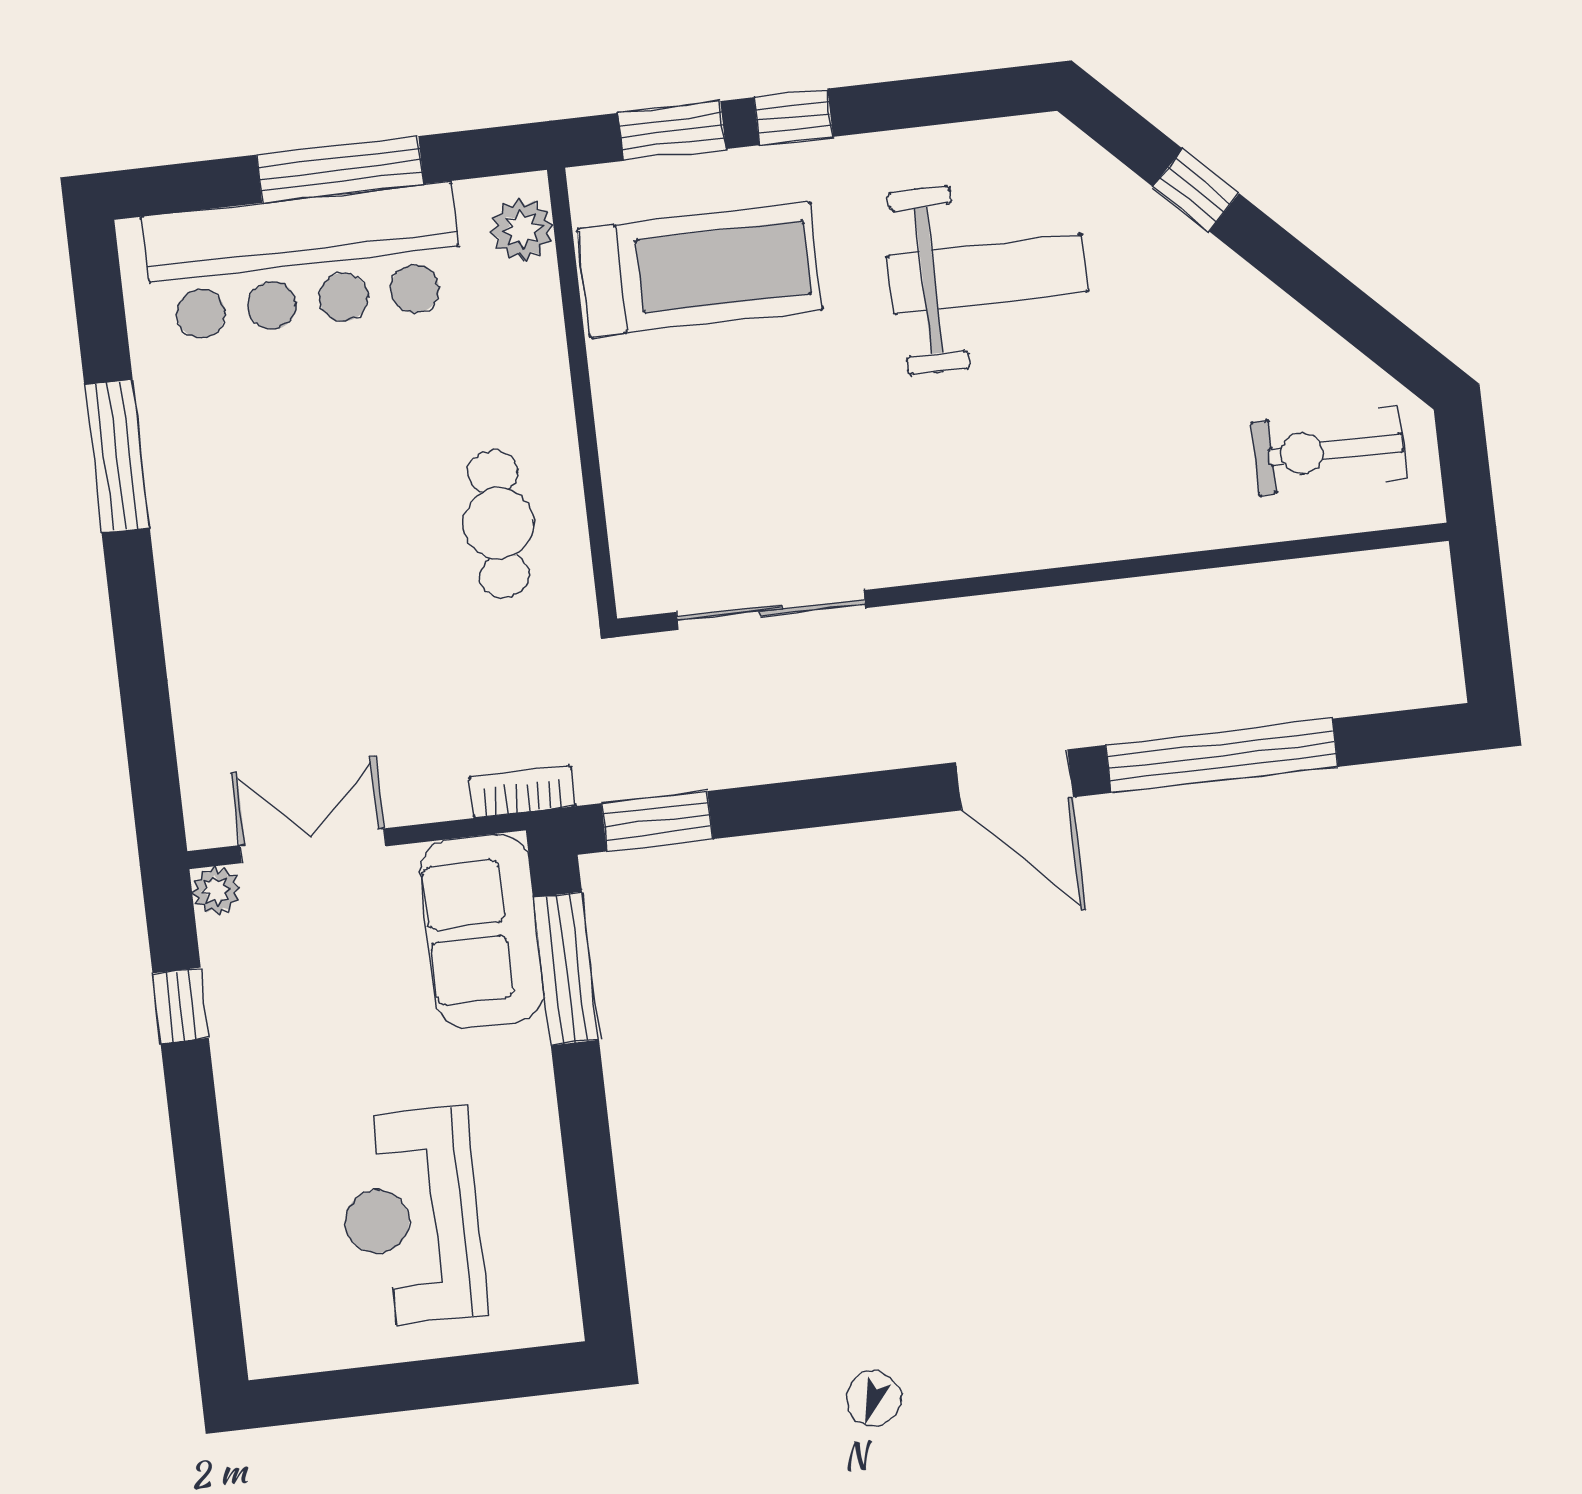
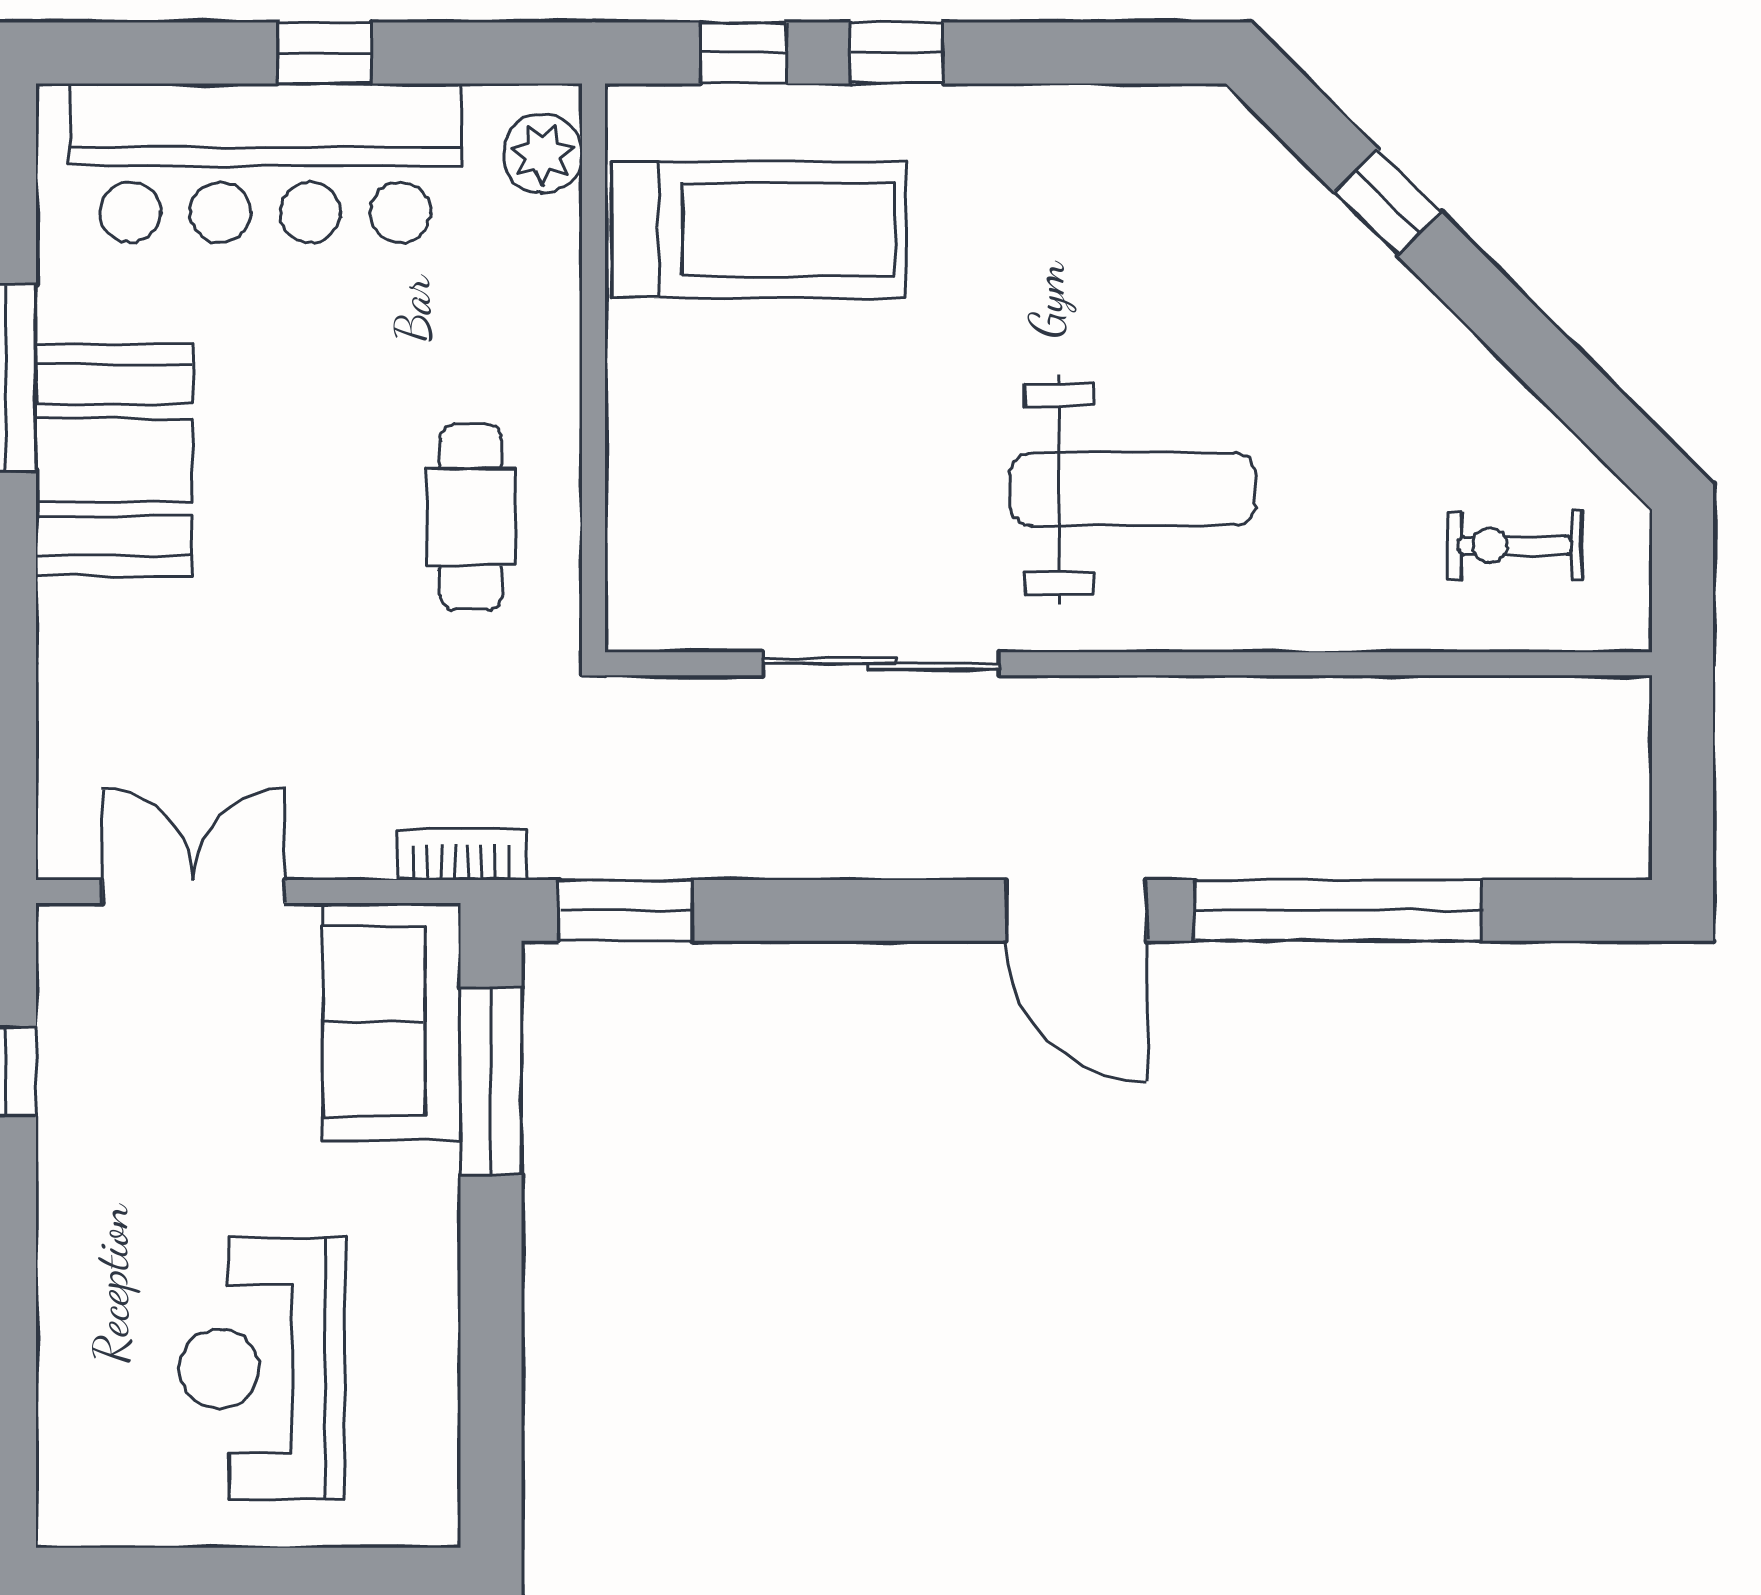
window: (672, 131) -> (743, 53), width x0.67
window: (340, 169) -> (325, 53), width x0.46
weight bench: (987, 274) -> (1133, 489), moved
exercise bike: (1329, 451) -> (1515, 546), width x0.73, depth x0.72
booth: (211, 511) -> (114, 460), added
sliding door: (771, 610) -> (881, 664), moved
plant: (216, 890) -> (66, 933), removed

